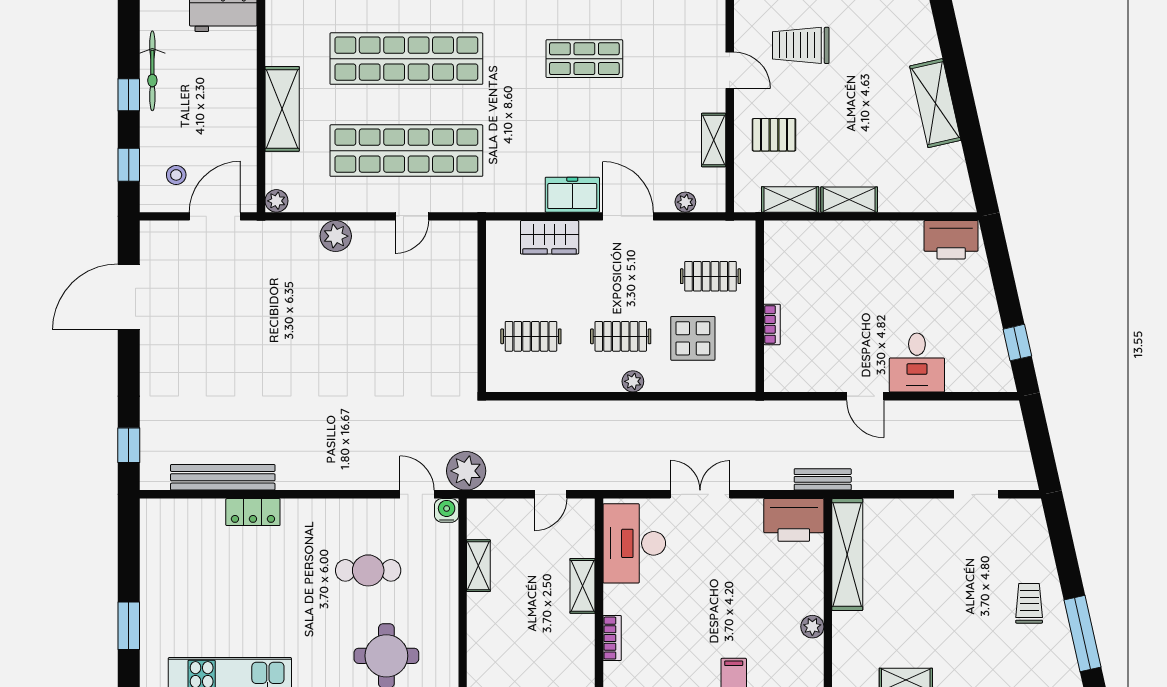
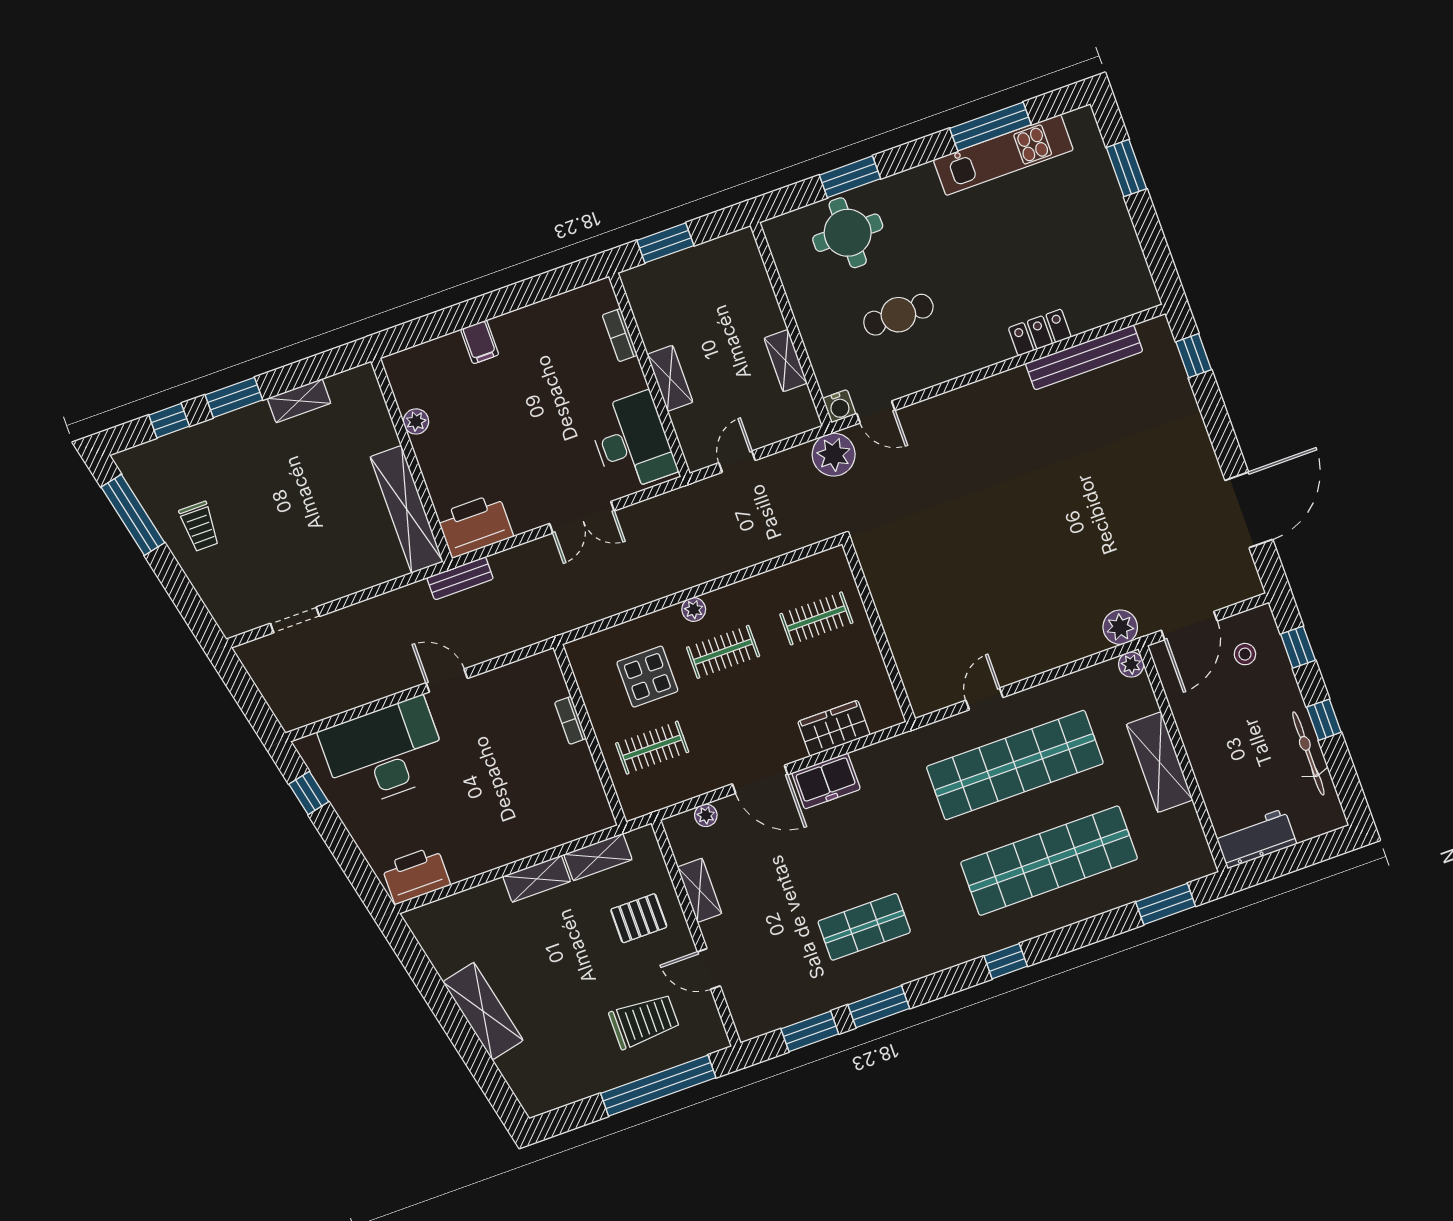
plant: (336, 236) -> (1120, 627), moved
desk: (917, 363) -> (384, 753), width x1.87, depth x1.30

